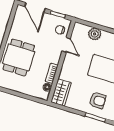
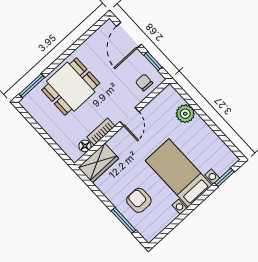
door: (66, 45) -> (129, 117), moved
armchair: (97, 100) -> (139, 200), turned 180

